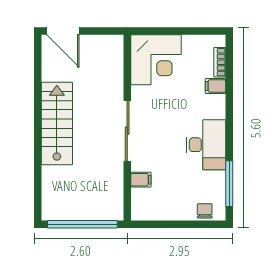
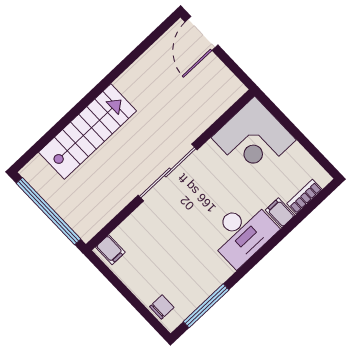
stairs: (57, 123) -> (88, 132), moved
desk: (206, 145) -> (242, 233), moved
filing cabinet: (141, 180) -> (110, 250), moved

